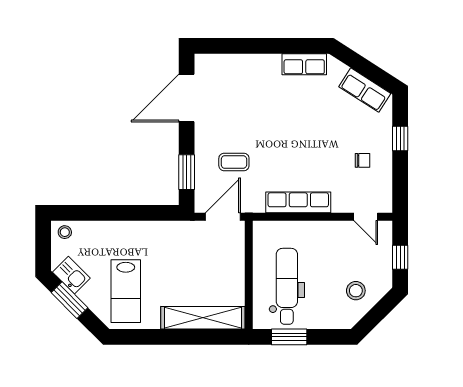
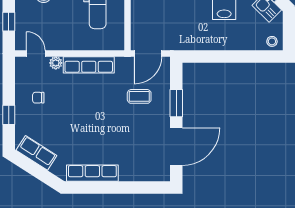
row of seats: (304, 64) -> (92, 173), width x1.48
window: (187, 172) -> (176, 103), moved
plant: (340, 205) -> (56, 63), added

